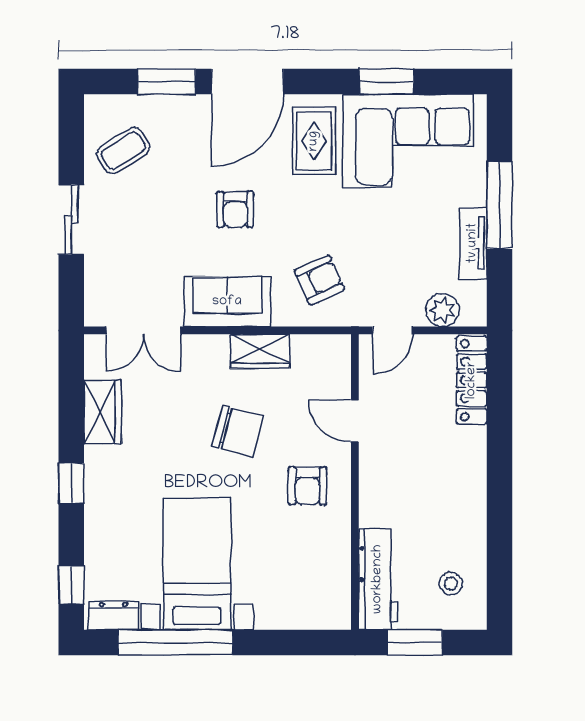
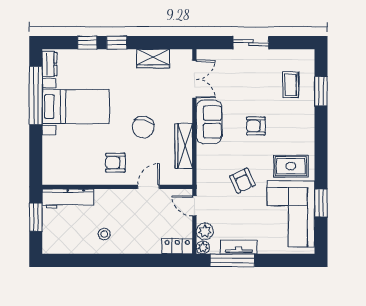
door: (247, 82) -> (321, 132), removed
coffee table: (123, 151) -> (291, 85), moved, turned 32
window: (500, 205) -> (232, 260), moved
armchair: (320, 280) -> (243, 181), moved
plant: (474, 314) -> (203, 247), added
double door: (143, 330) -> (194, 79), swing flipped
wardrobe: (260, 351) -> (184, 146), width x1.50
locker: (472, 380) -> (177, 246), width x0.66
stool: (451, 584) -> (104, 234), moved
window: (71, 585) -> (87, 43), moved

